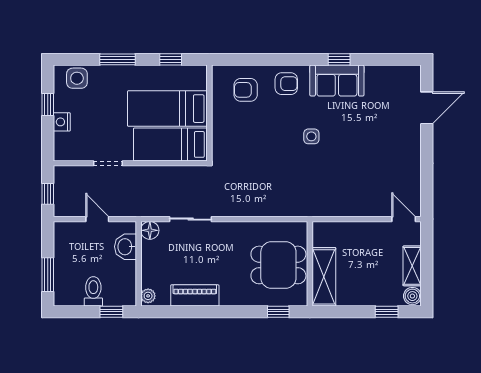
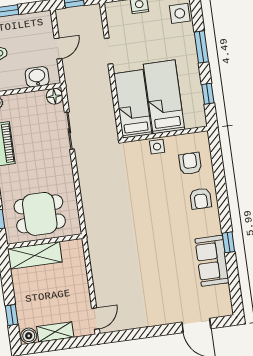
sofa: (337, 81) -> (212, 261), moved
side table: (311, 136) -> (157, 147), moved
dining table: (278, 265) -> (40, 214), turned 90

